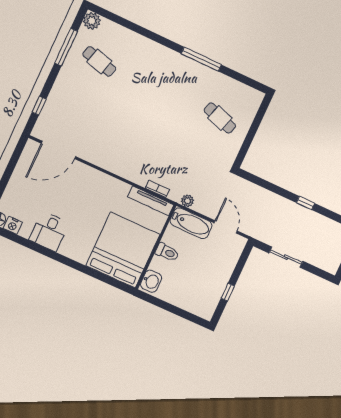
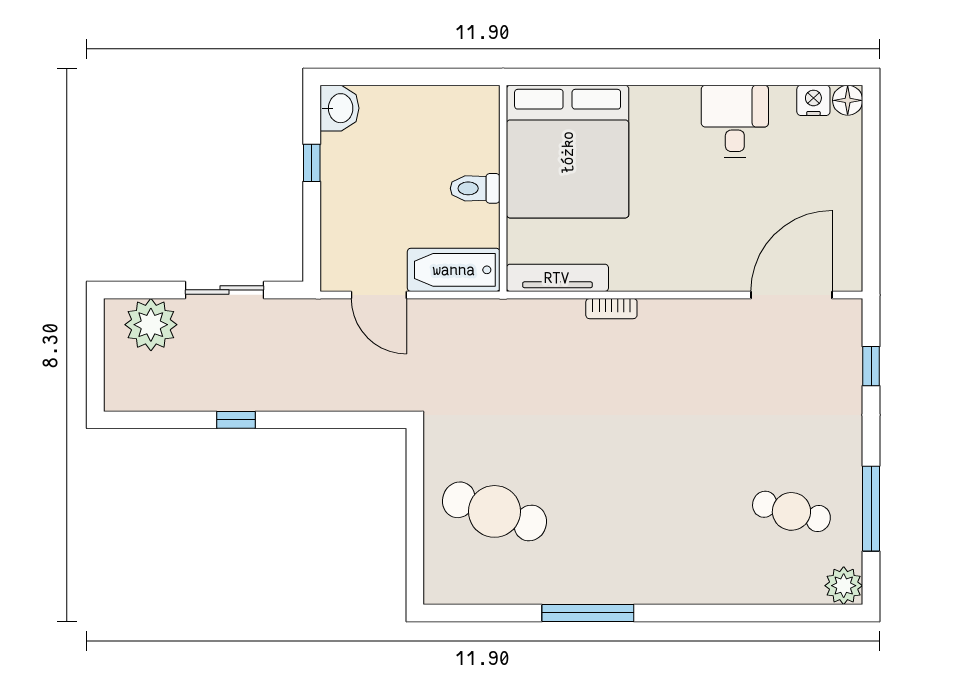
cafe table: (220, 118) -> (494, 511), width x1.37, depth x1.35
bookcase: (157, 189) -> (611, 309), moved
plant: (187, 201) -> (151, 325), moved, width x1.87, depth x1.87
washbasin: (151, 281) -> (339, 108), moved, turned 180

